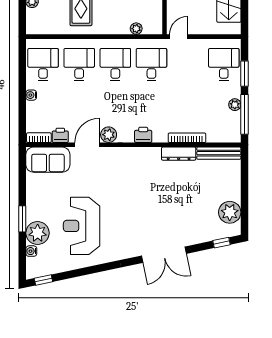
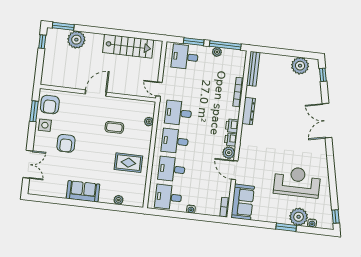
printer: (60, 135) -> (231, 140), moved
dresser: (179, 154) -> (249, 111), moved
reception desk: (82, 226) -> (297, 182), turned 180
double door: (164, 255) -> (327, 121), swing flipped

